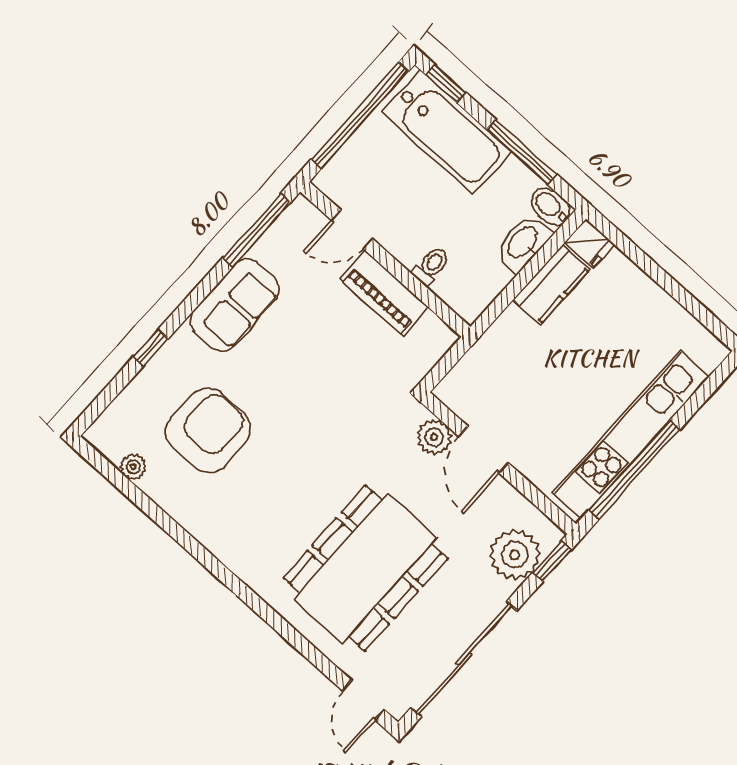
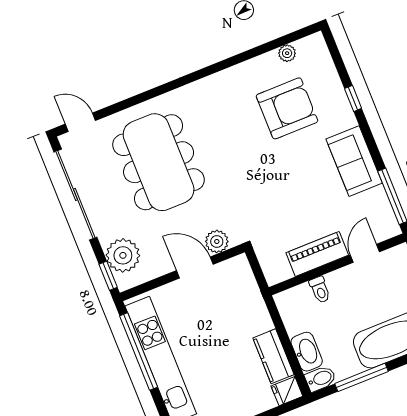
armchair: (208, 430) -> (287, 108), turned -90

